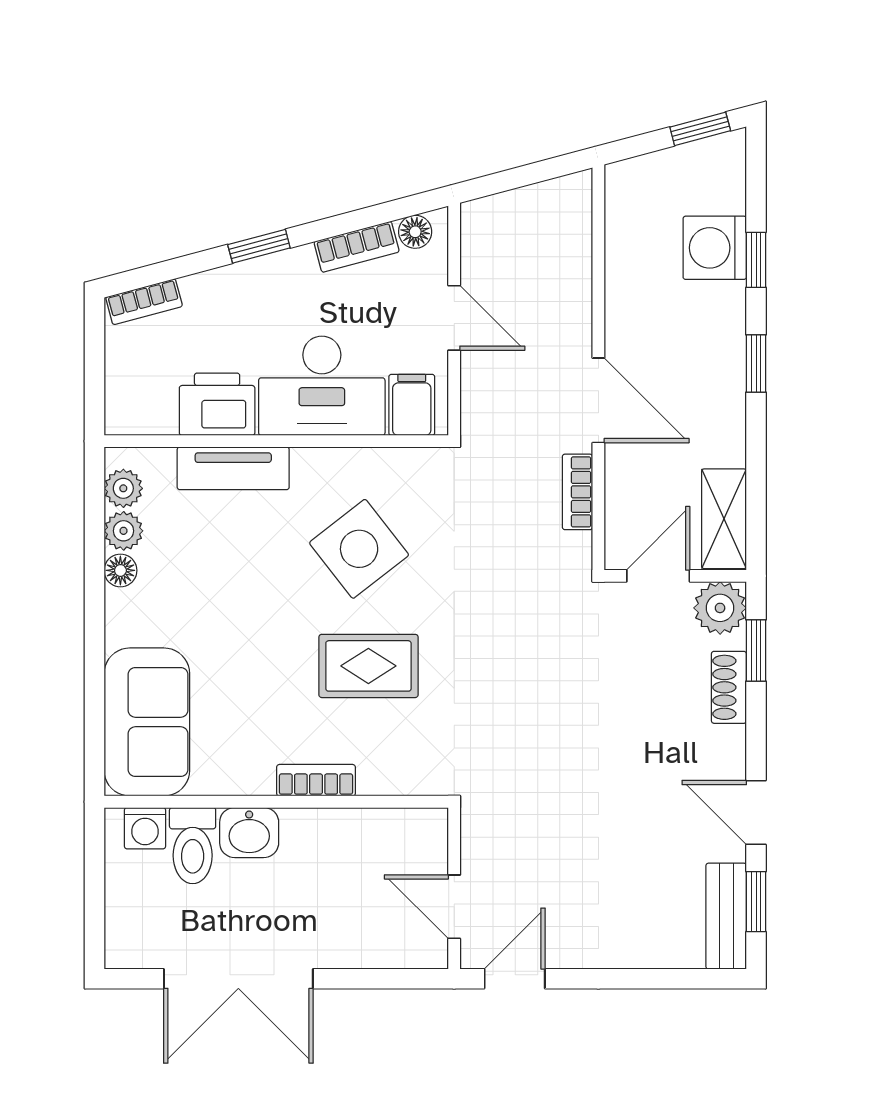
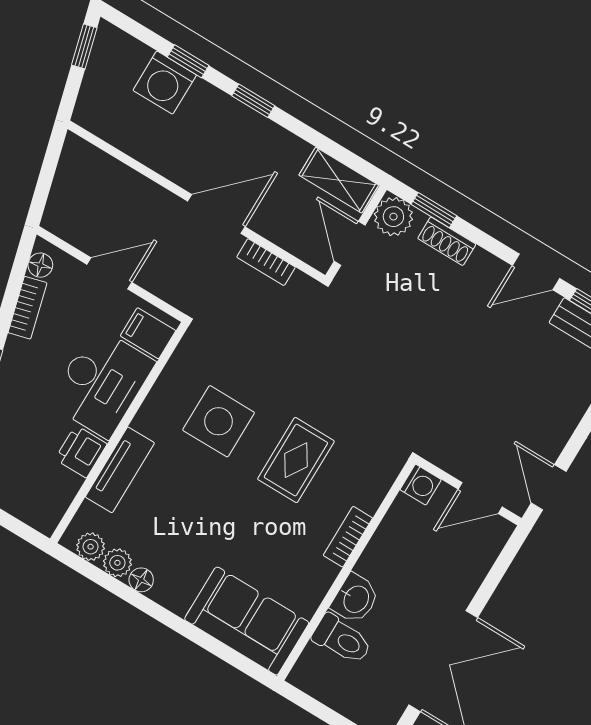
printer: (217, 404) -> (81, 452), width x0.73, depth x0.81
side table: (359, 549) -> (219, 421), turned 38
washing machine: (145, 828) -> (421, 485), moved

